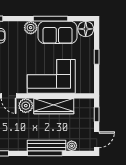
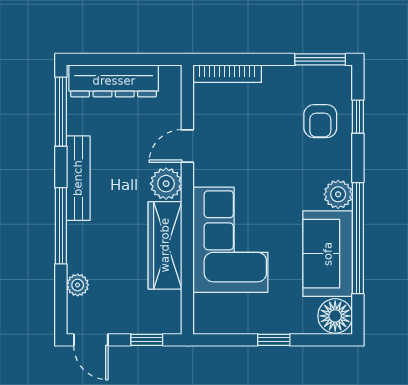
window: (50, 19) -> (358, 238), width x1.46
bench: (47, 145) -> (78, 178), moved

